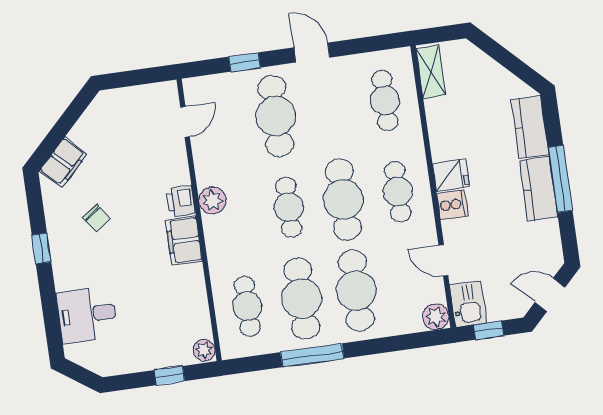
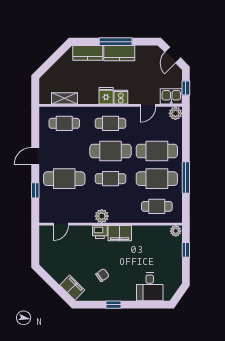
shelving: (431, 72) -> (65, 98), moved
door: (185, 122) -> (61, 224), swing flipped

